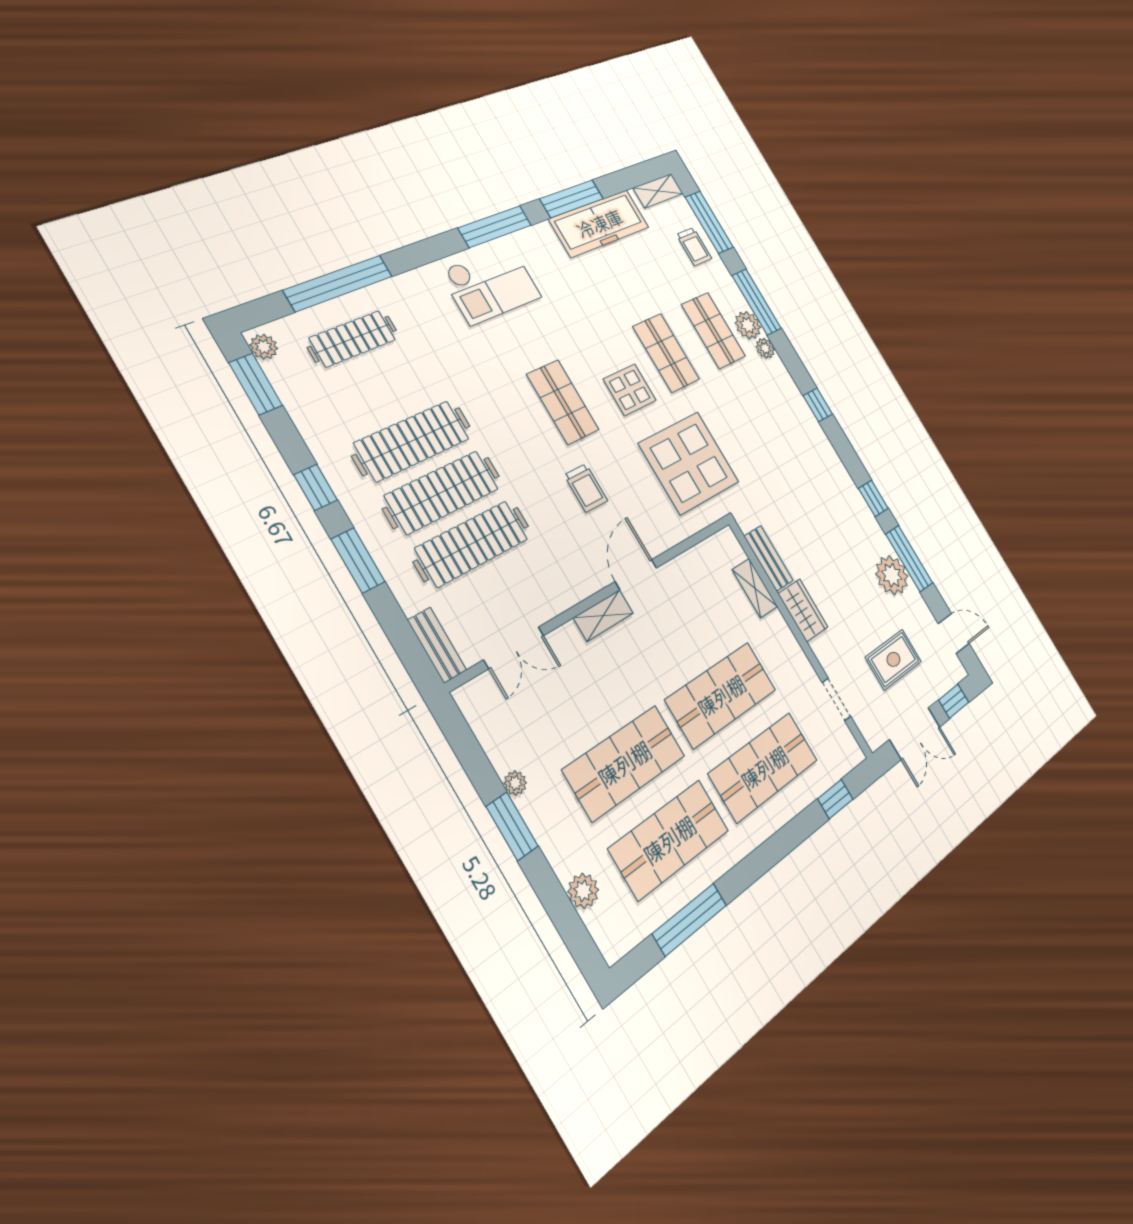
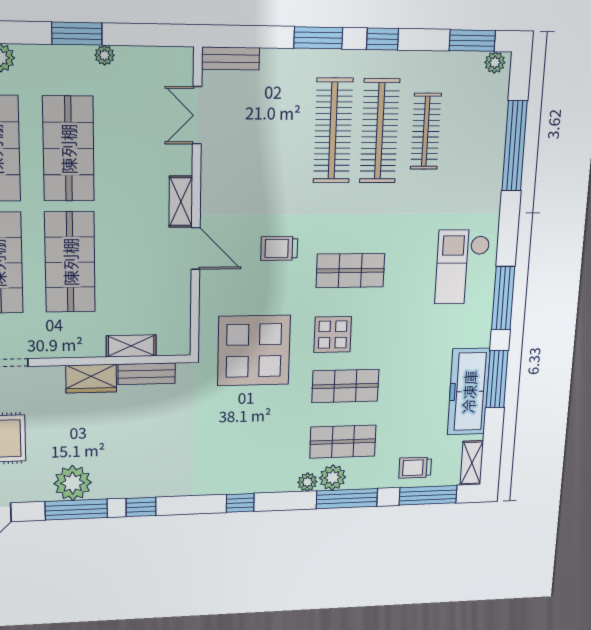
clothes rail: (353, 339) -> (426, 131), moved
clothes rail: (472, 544) -> (286, 131), removed

